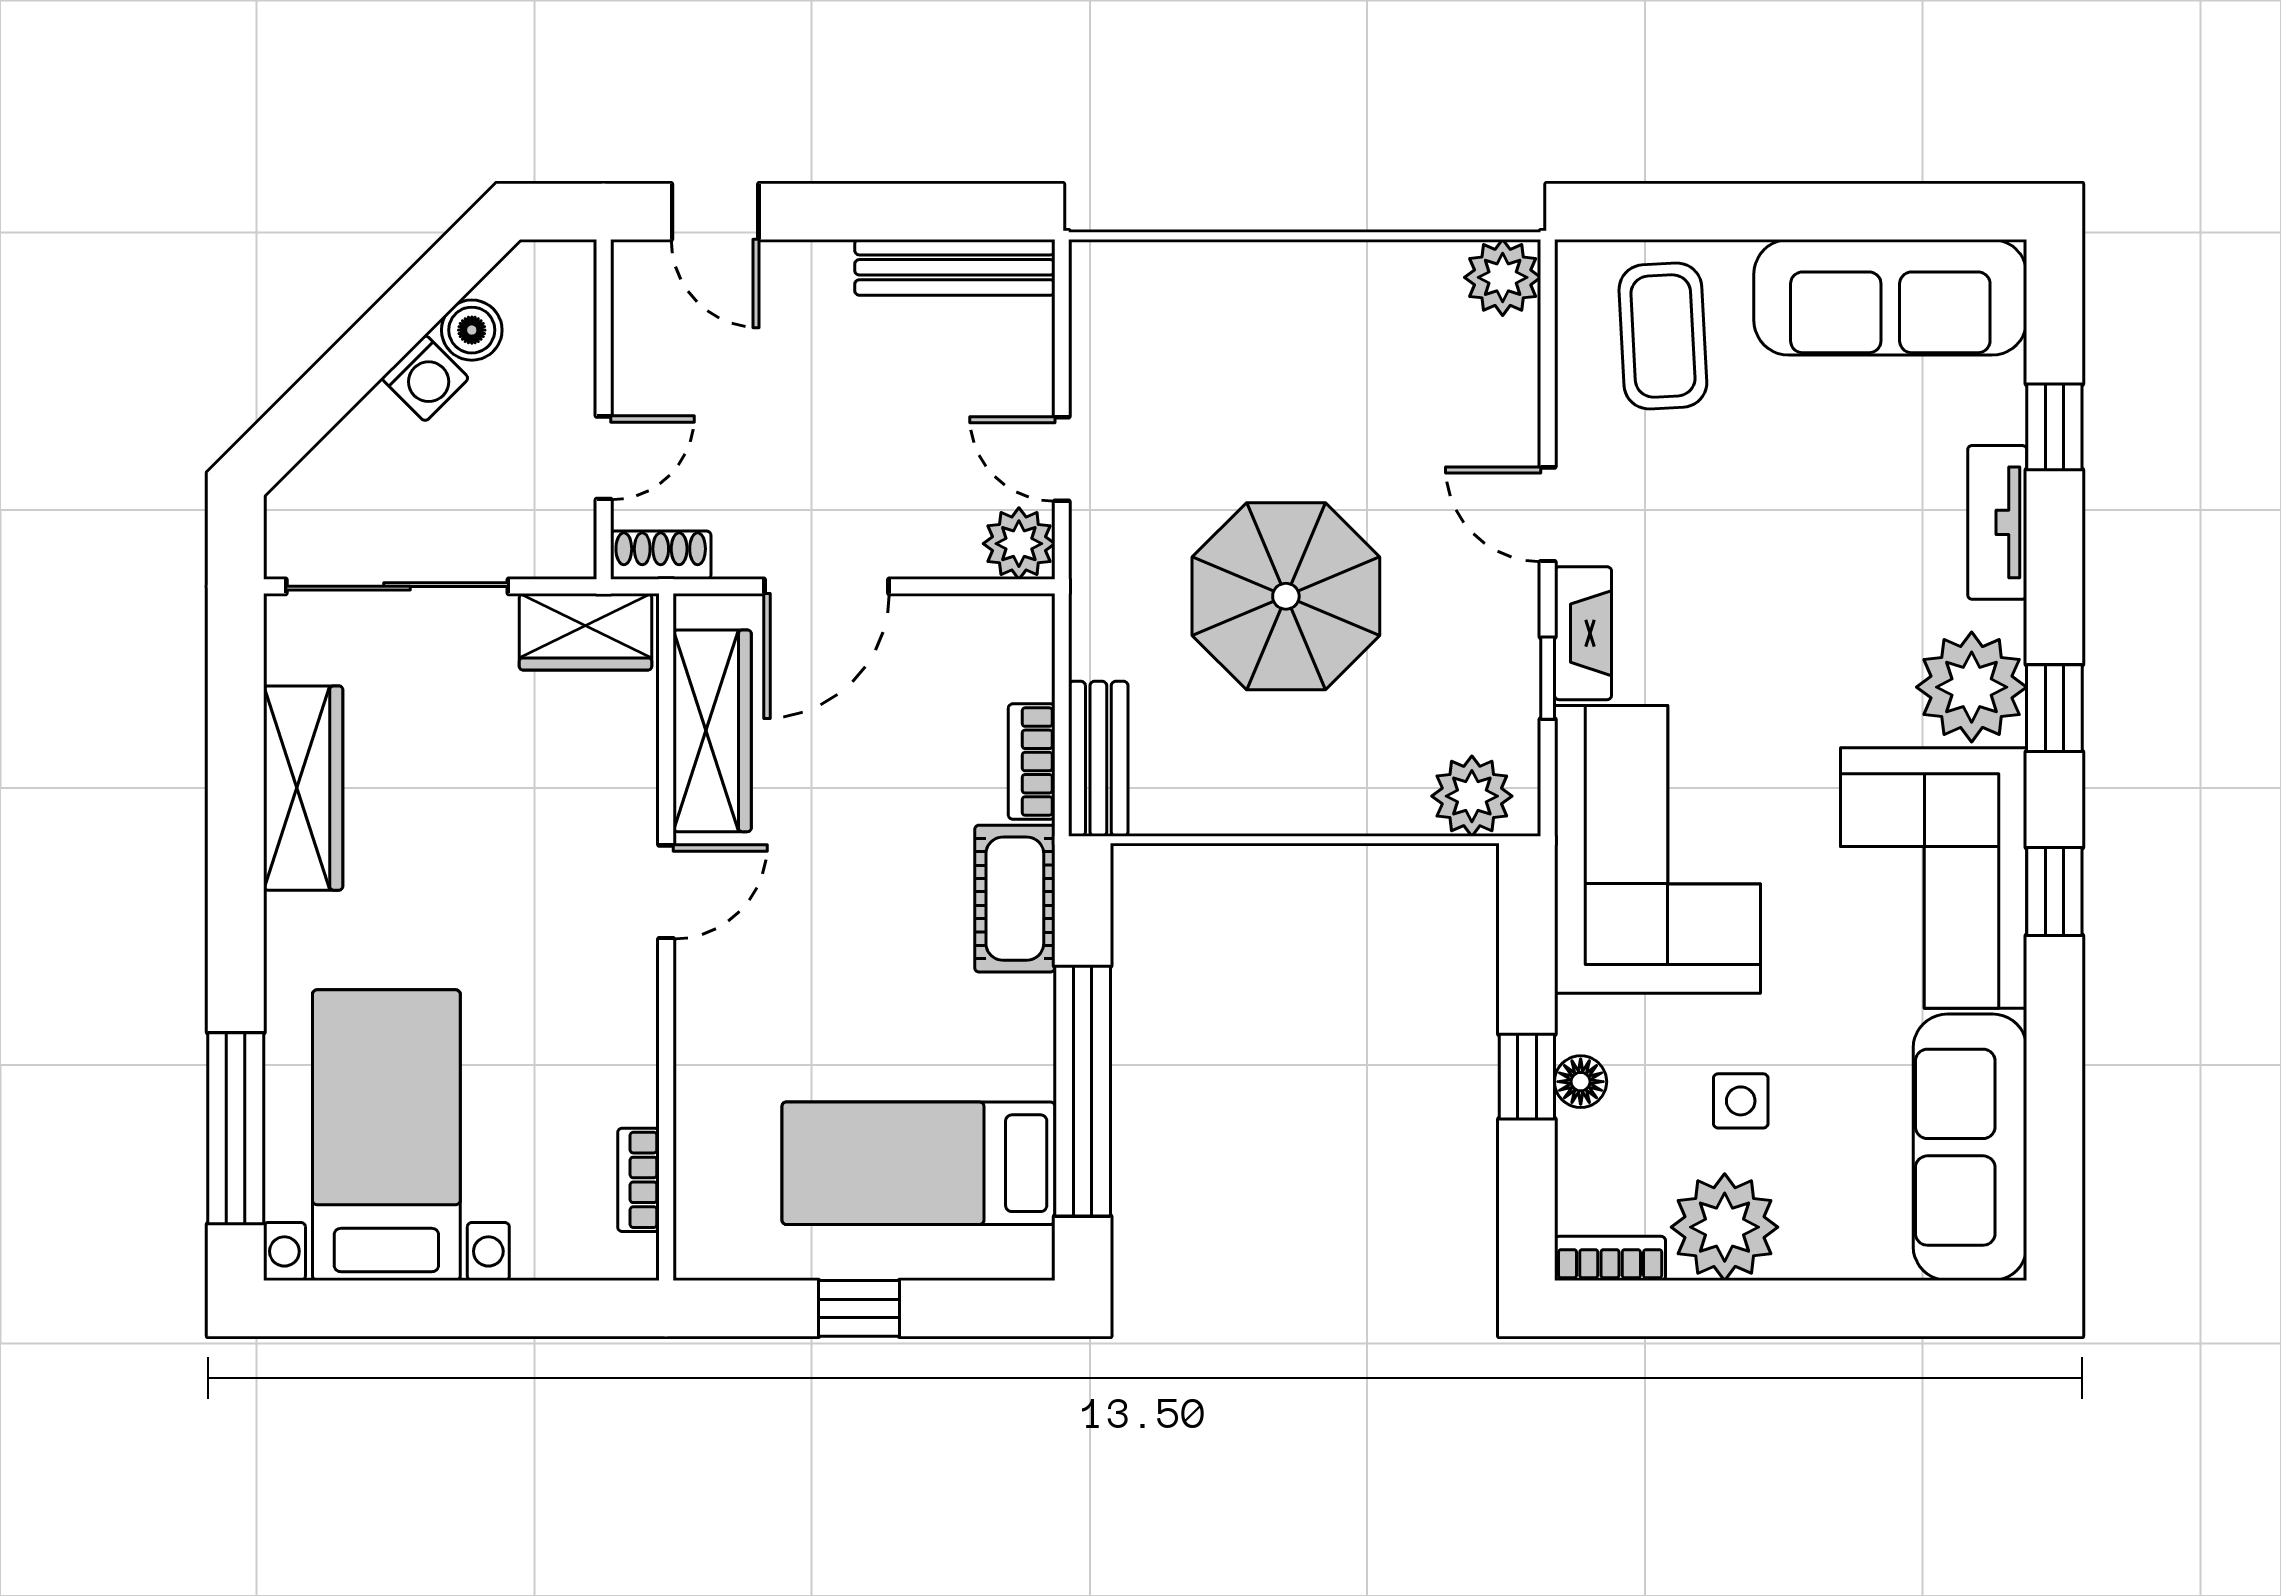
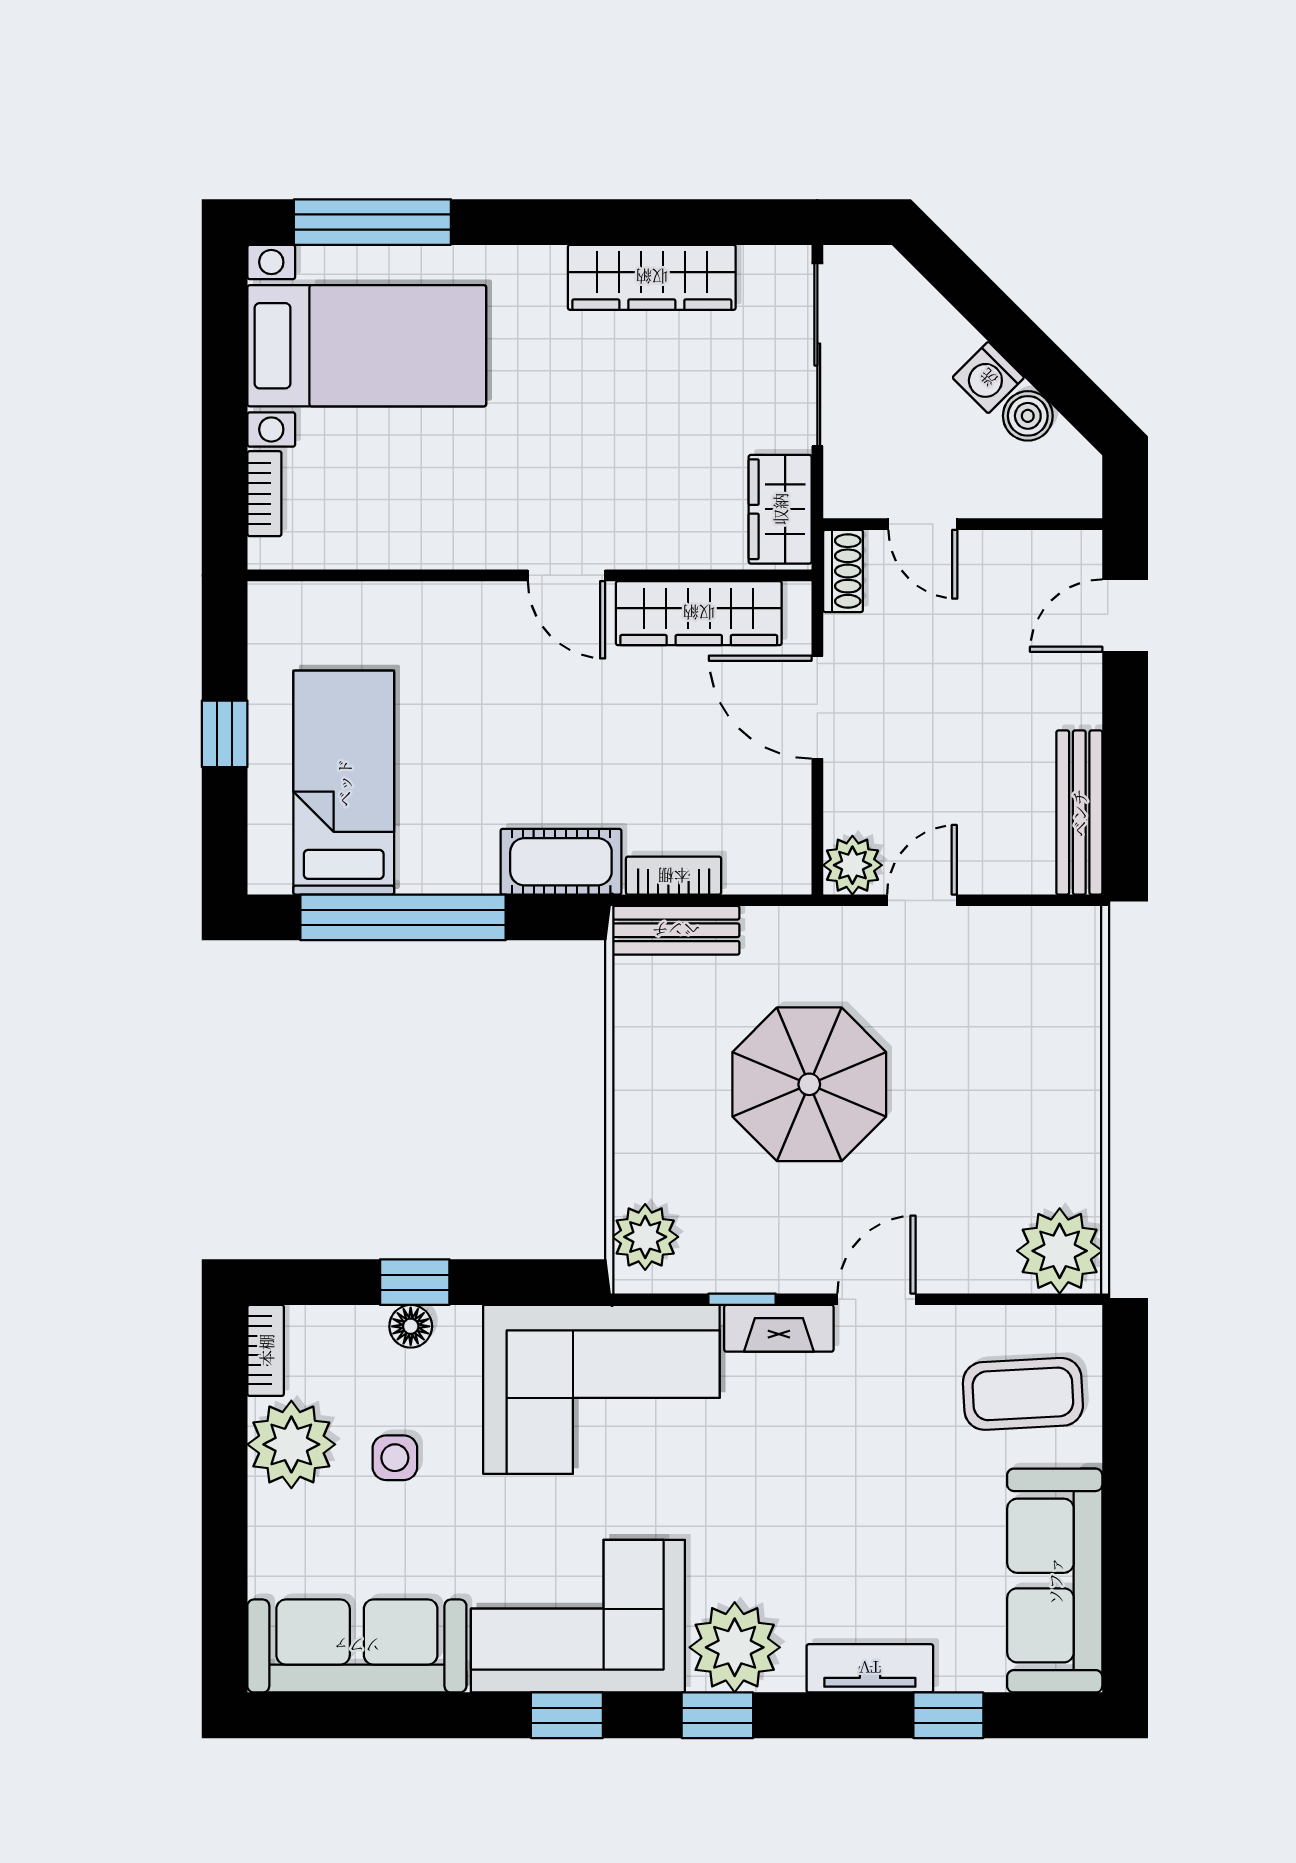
plant: (1503, 277) -> (1060, 1251), width x1.36, depth x1.36
bookcase: (638, 1180) -> (264, 494), moved, turned 90

